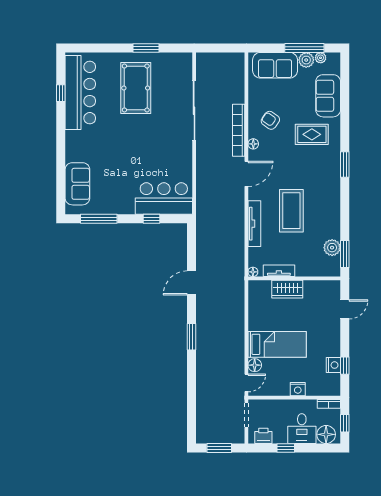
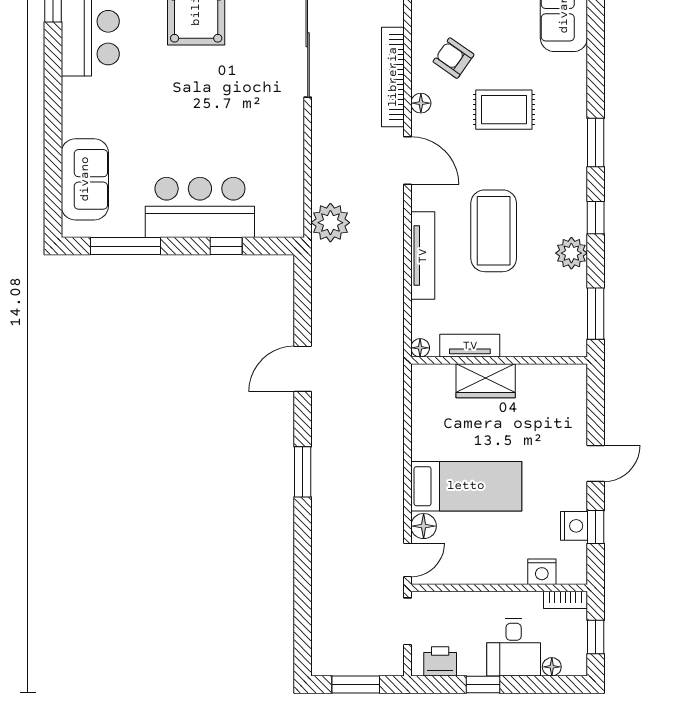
rug: (312, 134) -> (504, 110), moved
door: (246, 174) -> (408, 160), hinge flipped
bar counter: (164, 198) -> (200, 207), moved
window: (345, 204) -> (596, 218), added
plant: (206, 206) -> (330, 223), added
plant: (332, 248) -> (571, 253), moved
door: (345, 309) -> (596, 464), moved
nightstand: (298, 389) -> (542, 572), moved
floor lamp: (326, 434) -> (552, 667), width x0.53, depth x0.53

